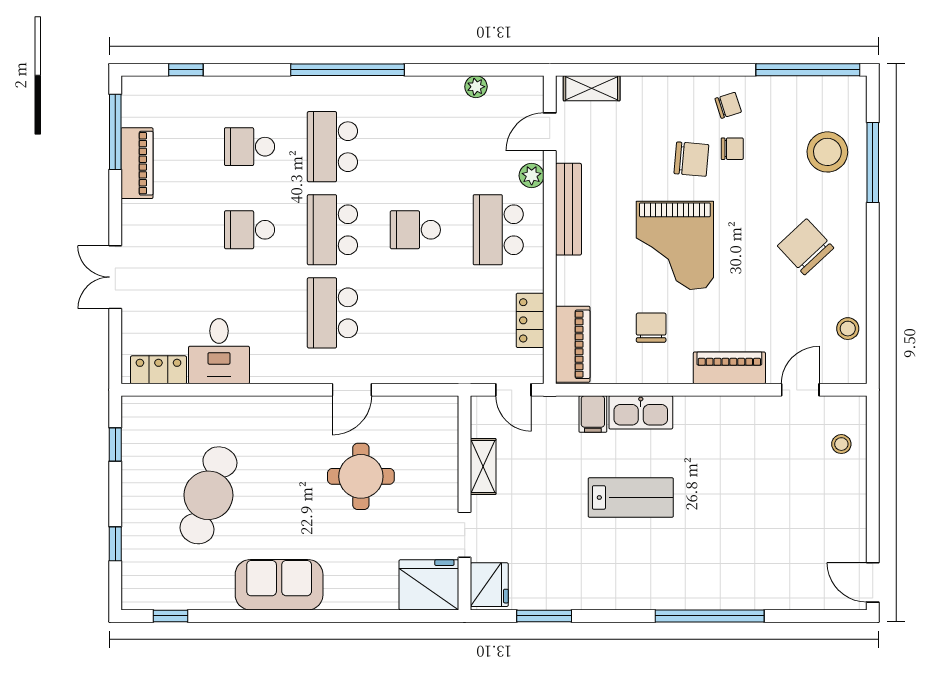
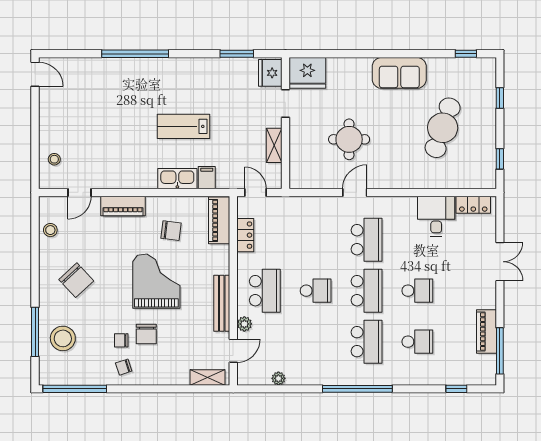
chair: (691, 159) -> (146, 334), turned -95
chair: (651, 328) -> (171, 231), turned -83

